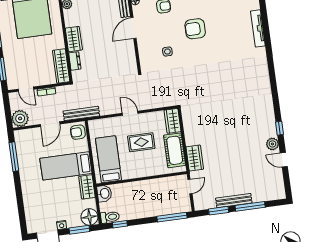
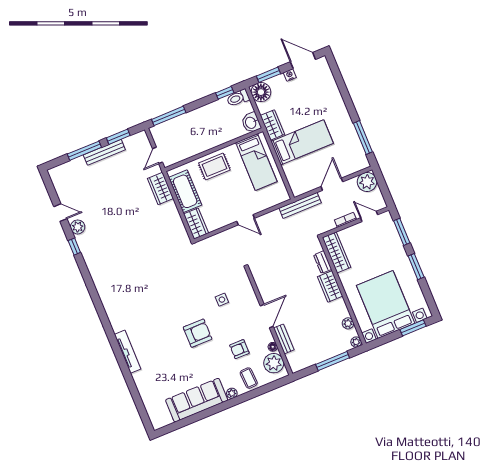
armchair: (78, 132) -> (299, 183), removed
rug: (141, 142) -> (214, 166), moved

